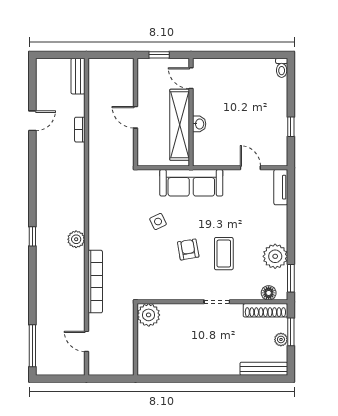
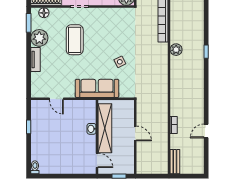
tv unit: (281, 187) -> (35, 59), moved
armchair: (188, 249) -> (99, 43), removed
coffee table: (224, 254) -> (75, 40), width x1.36, depth x1.32

